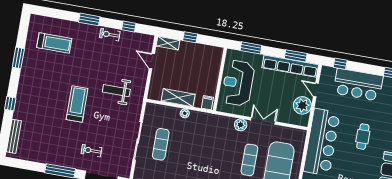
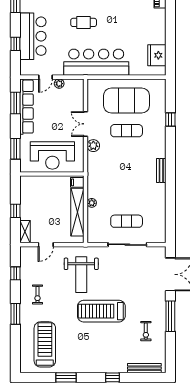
exercise bike: (110, 35) -> (37, 295), moved
treadmill: (54, 43) -> (45, 344), width x1.37, depth x1.38
window: (340, 64) -> (15, 44), moved
weight bench: (116, 91) -> (81, 275), width x1.36, depth x1.33
shelving: (178, 98) -> (77, 212), width x1.47
treadmill: (77, 104) -> (101, 311), width x1.37, depth x1.38
plant: (302, 105) -> (59, 84), width x0.53, depth x0.53
exercise bike: (91, 151) -> (146, 331), moved

